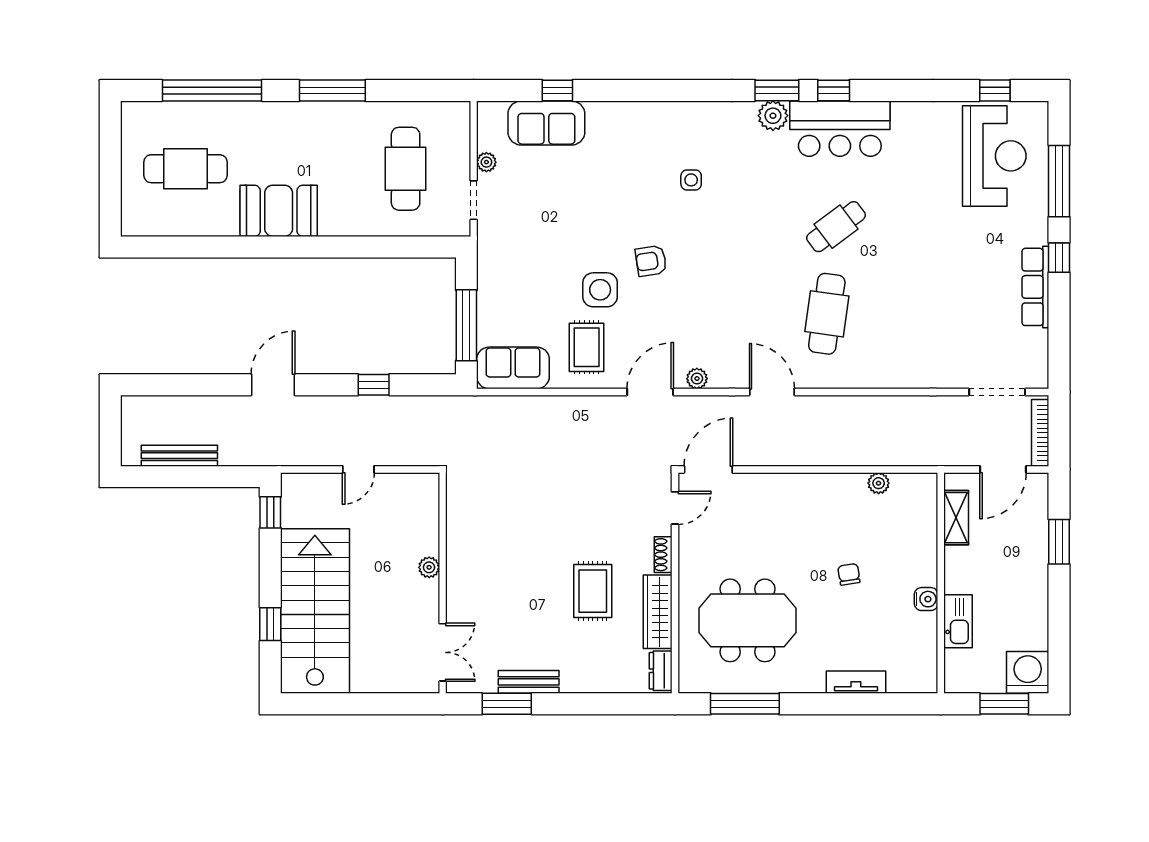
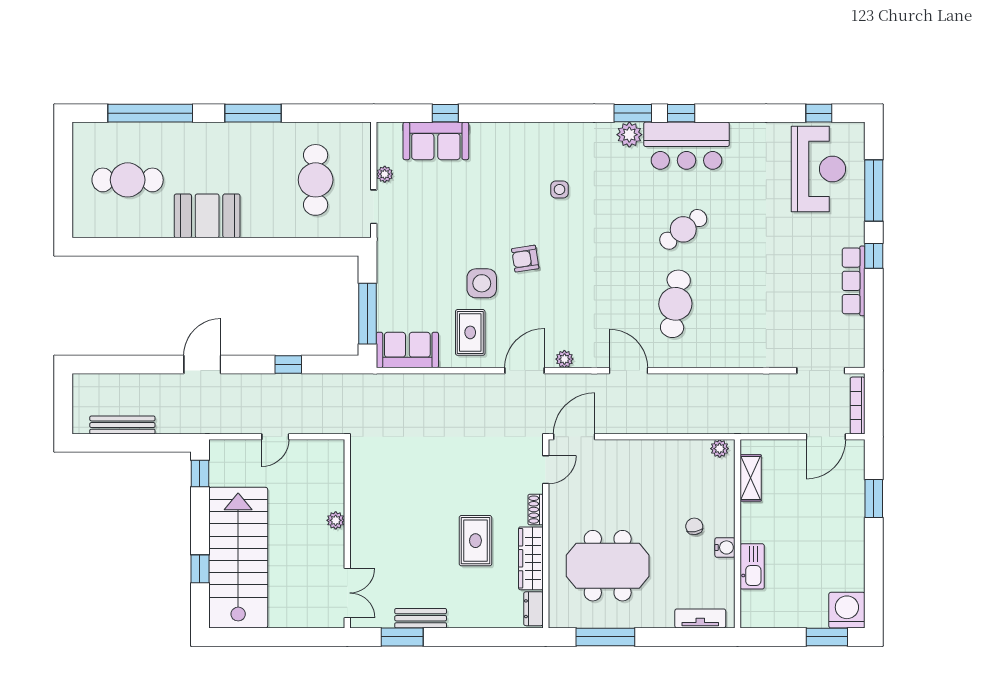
shelving: (956, 518) -> (751, 478), moved
wall: (941, 583) -> (737, 534), moved
water cooler: (926, 599) -> (725, 547), moved
kitchen sink: (958, 621) -> (752, 566), moved

